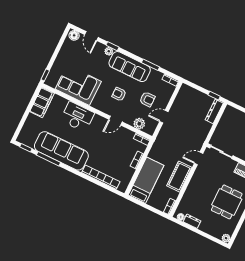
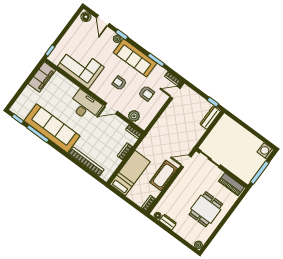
desk: (77, 117) -> (85, 106), moved
door: (164, 117) -> (175, 93), moved

